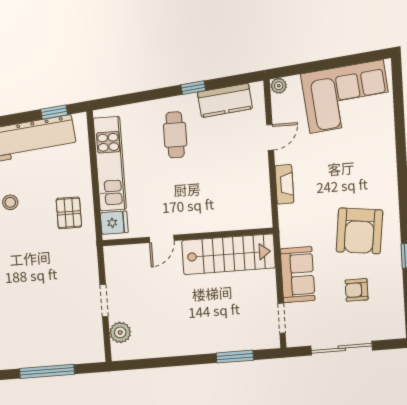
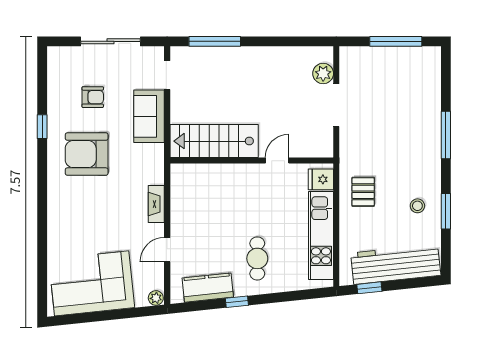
armchair: (359, 231) -> (87, 154), turned -97
doorway: (104, 301) -> (336, 105), width x1.38
window: (235, 357) -> (215, 41), width x1.44

